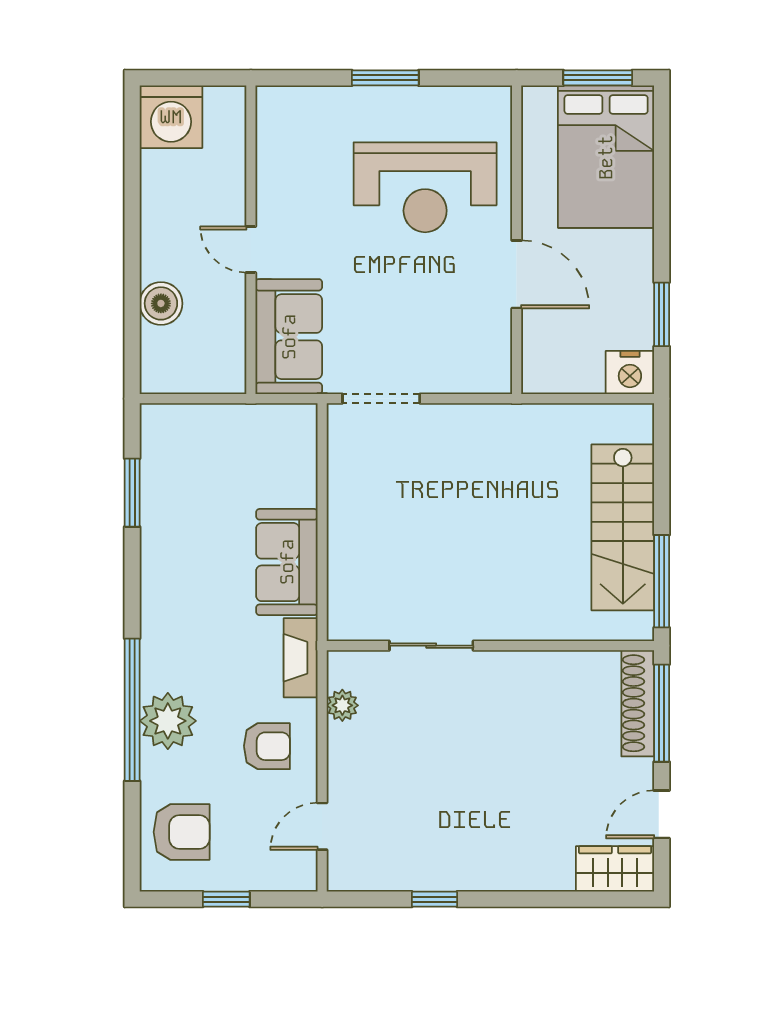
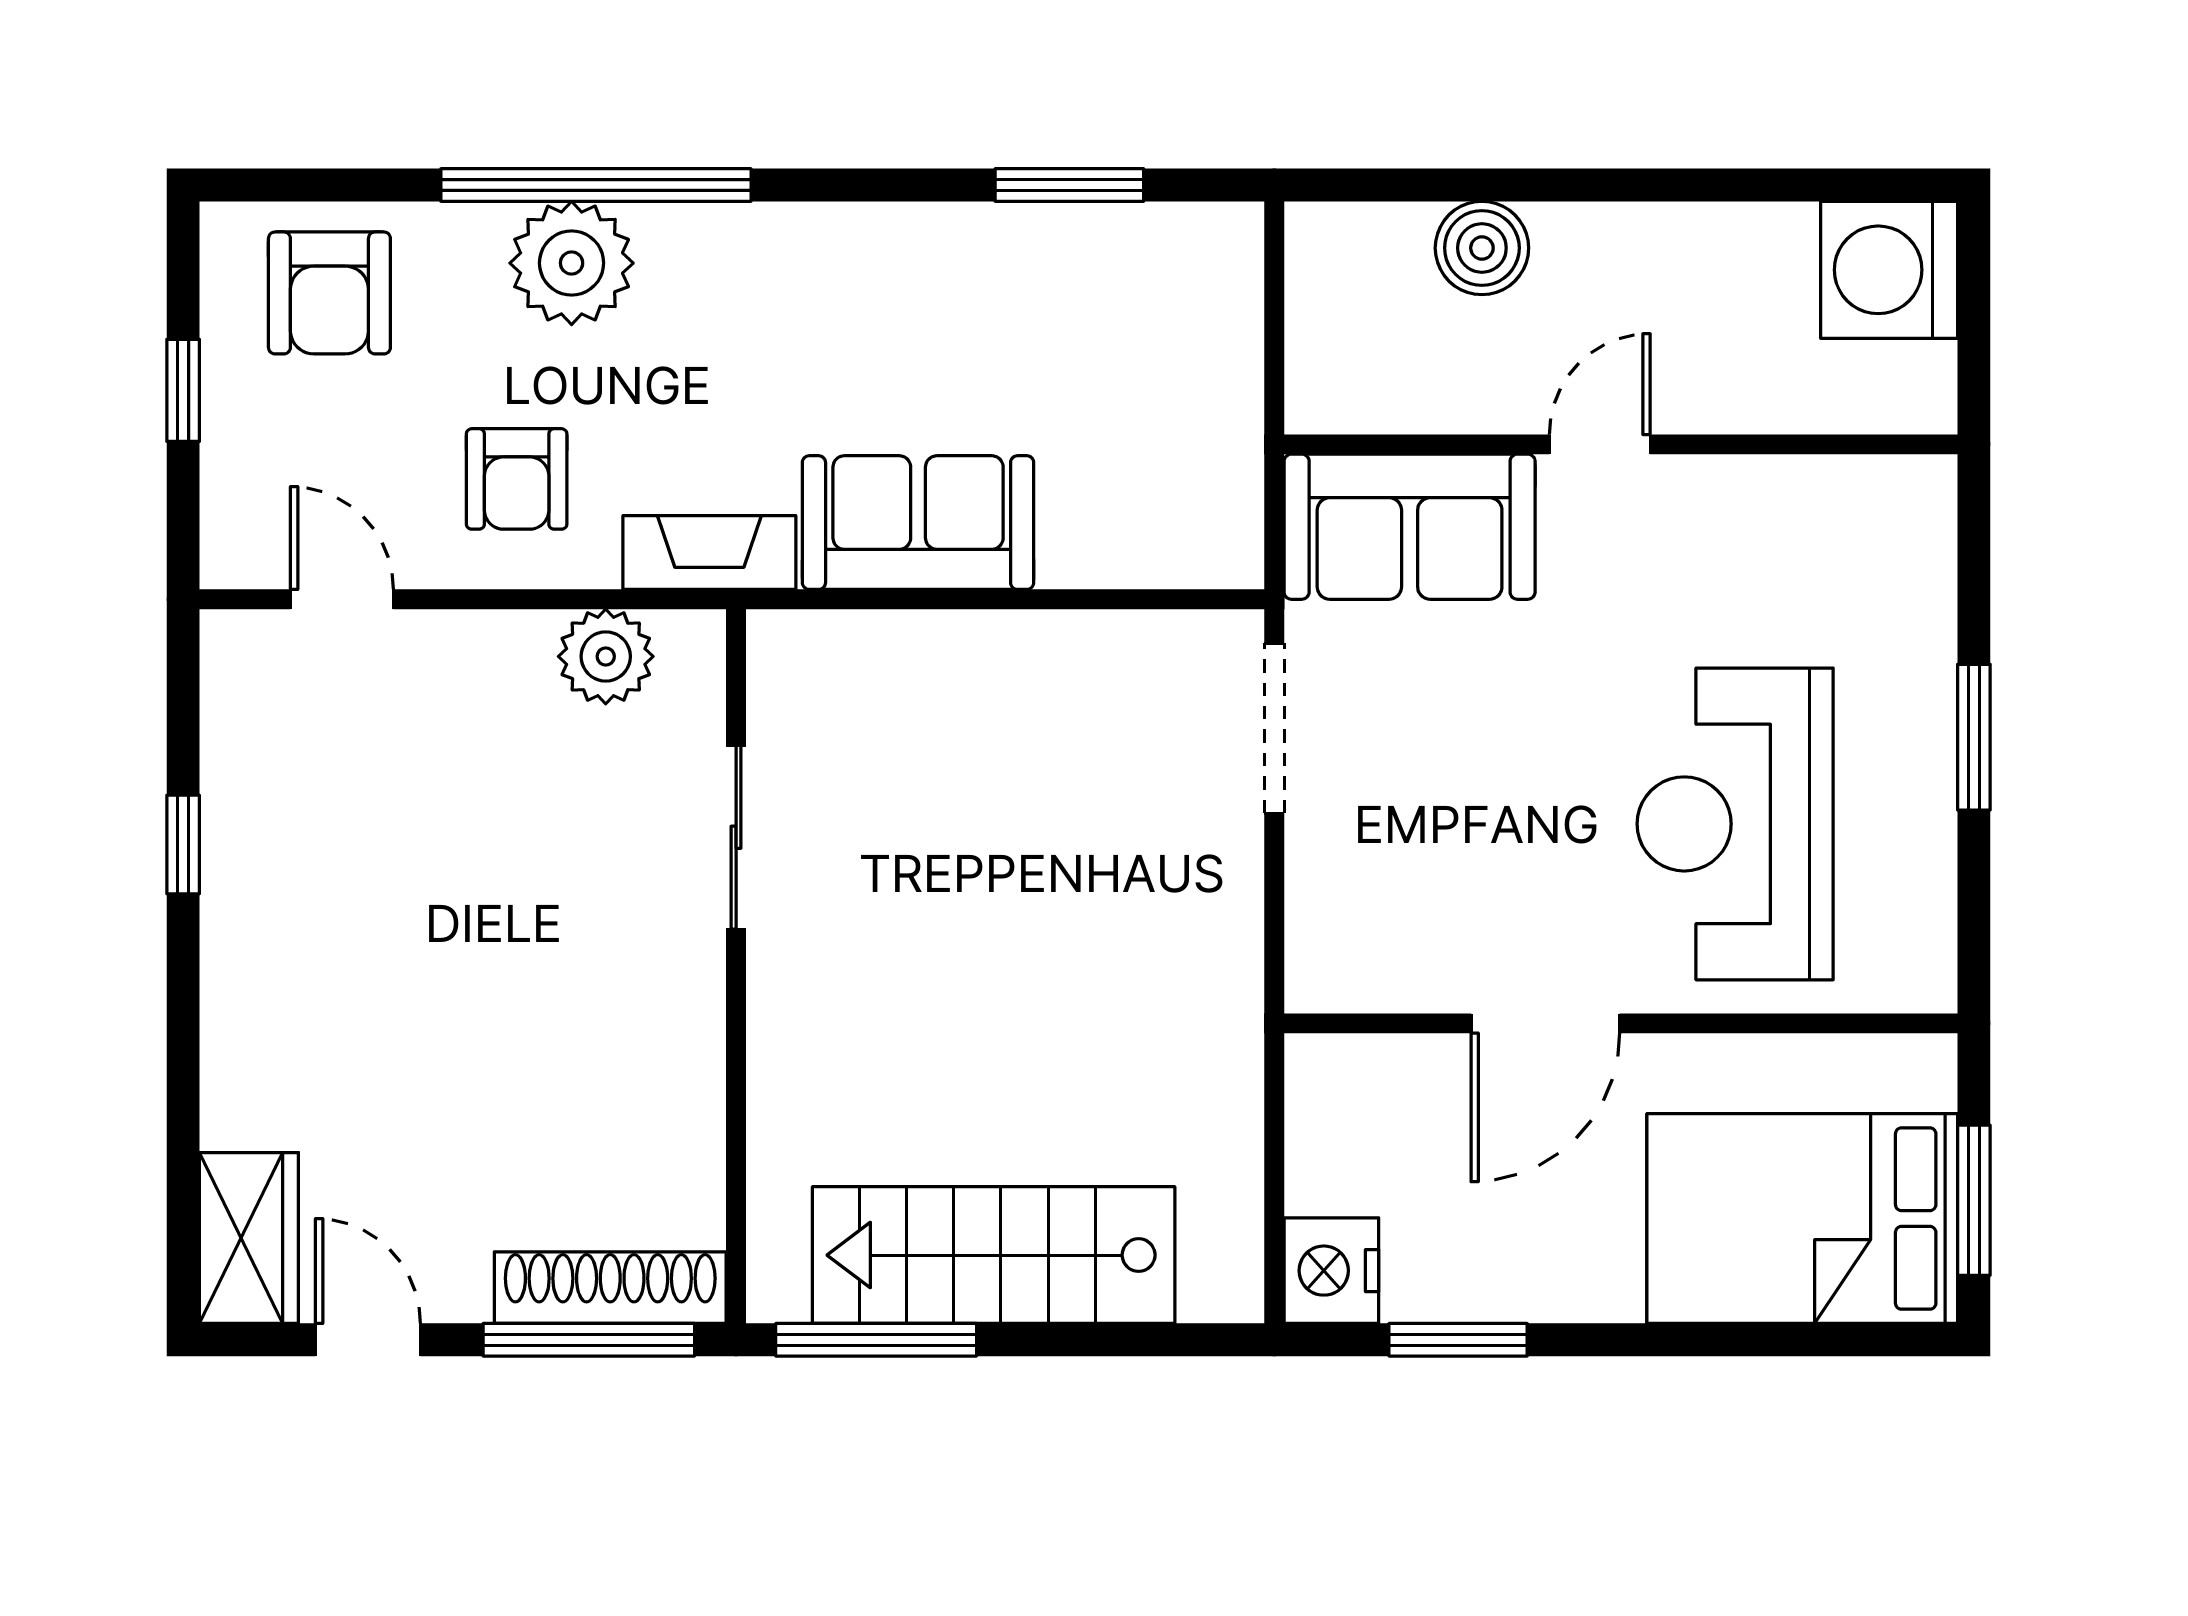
plant: (342, 705) -> (606, 656), width x1.38, depth x1.38

